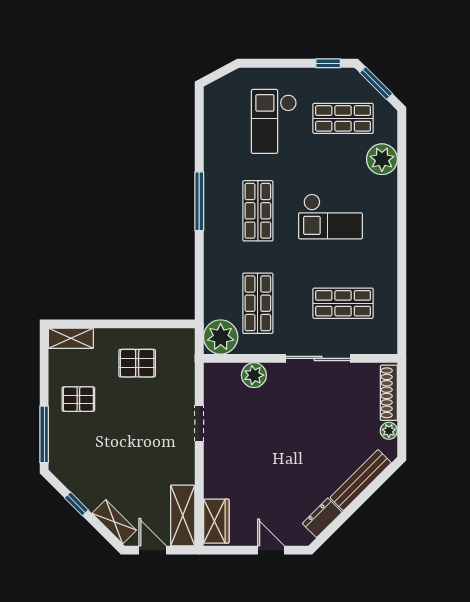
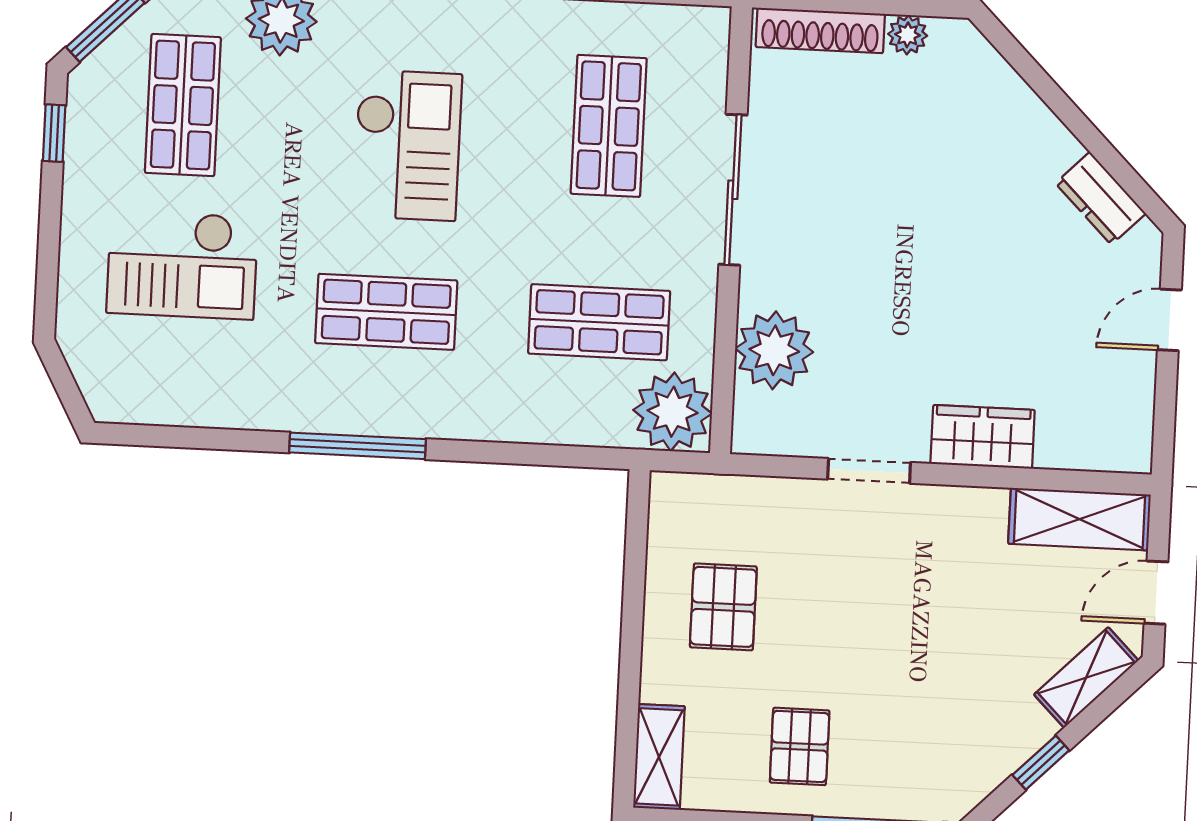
plant: (254, 375) -> (774, 350), width x1.36, depth x1.36
bench: (361, 480) -> (1018, 105), removed
wardrobe: (216, 521) -> (983, 437), moved

